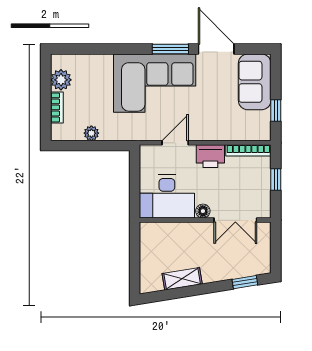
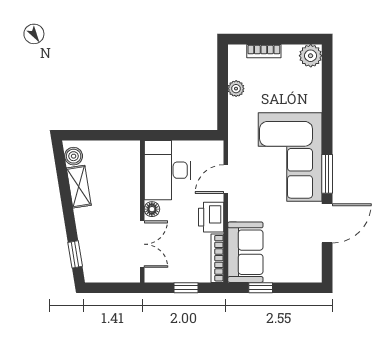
plant: (61, 80) -> (311, 56), moved
sofa: (255, 82) -> (245, 252), moved, turned 90
door: (175, 143) -> (226, 179), swing flipped
double door: (235, 220) -> (142, 244), swing flipped
boiler: (154, 284) -> (74, 156), added

